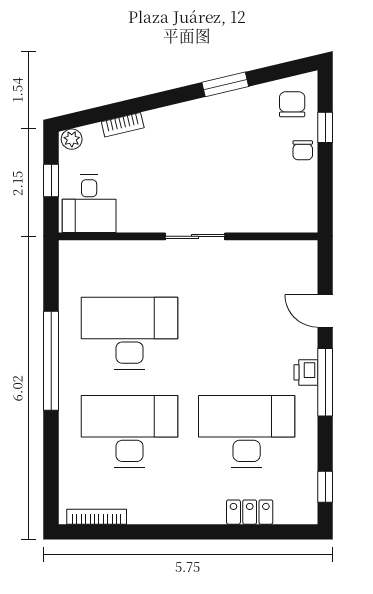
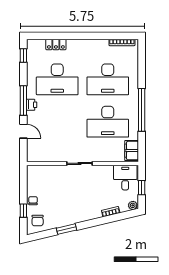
filing cabinet: (74, 266) -> (132, 151), added

